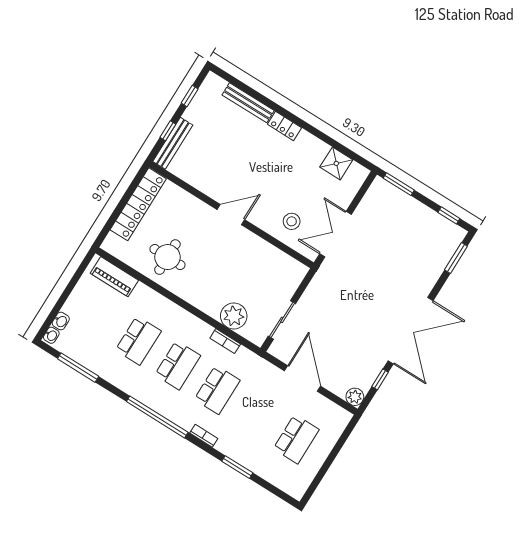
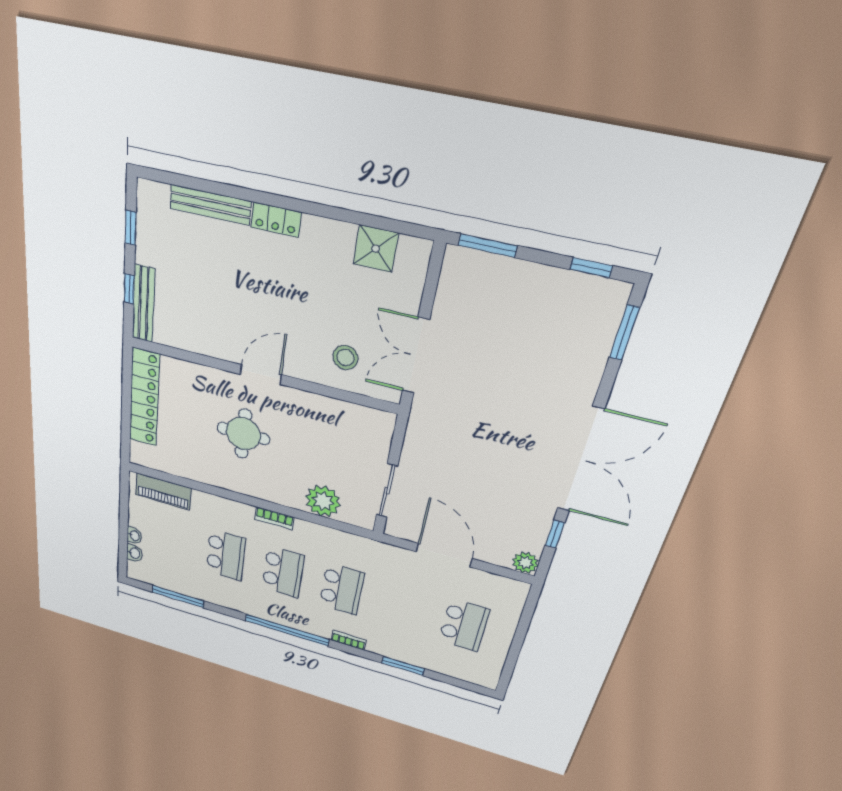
round table: (167, 257) -> (243, 434), moved
washbasin: (51, 335) -> (134, 536), moved
bookcase: (225, 341) -> (274, 518), moved

